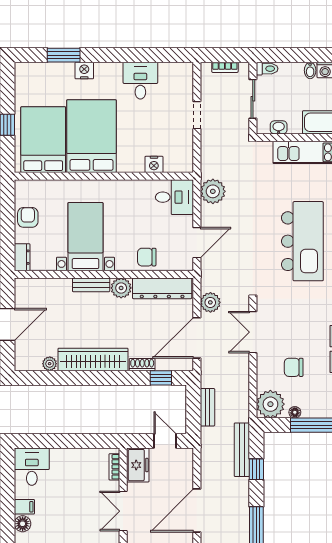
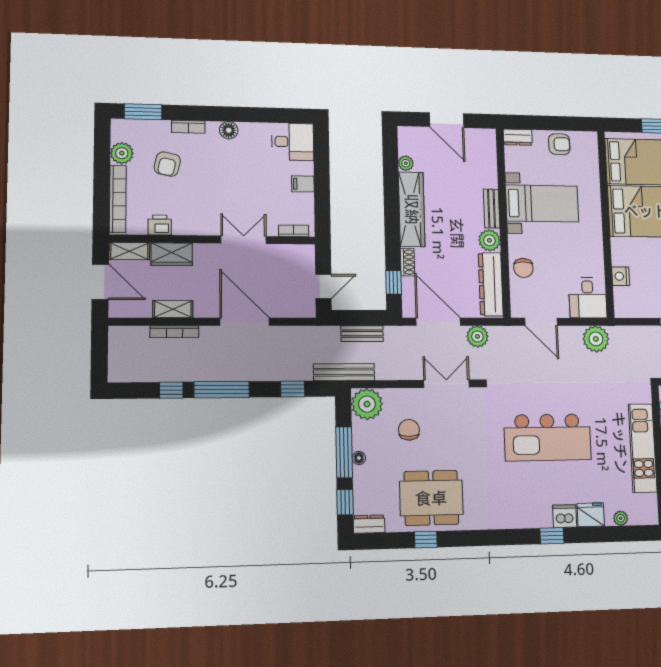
chair: (147, 257) -> (523, 268), turned 180
floor lamp: (295, 412) -> (359, 458), moved
bench: (242, 450) -> (344, 372), moved
freezer: (138, 465) -> (296, 256), removed
filing cabinet: (24, 507) -> (303, 184), moved, turned 90

